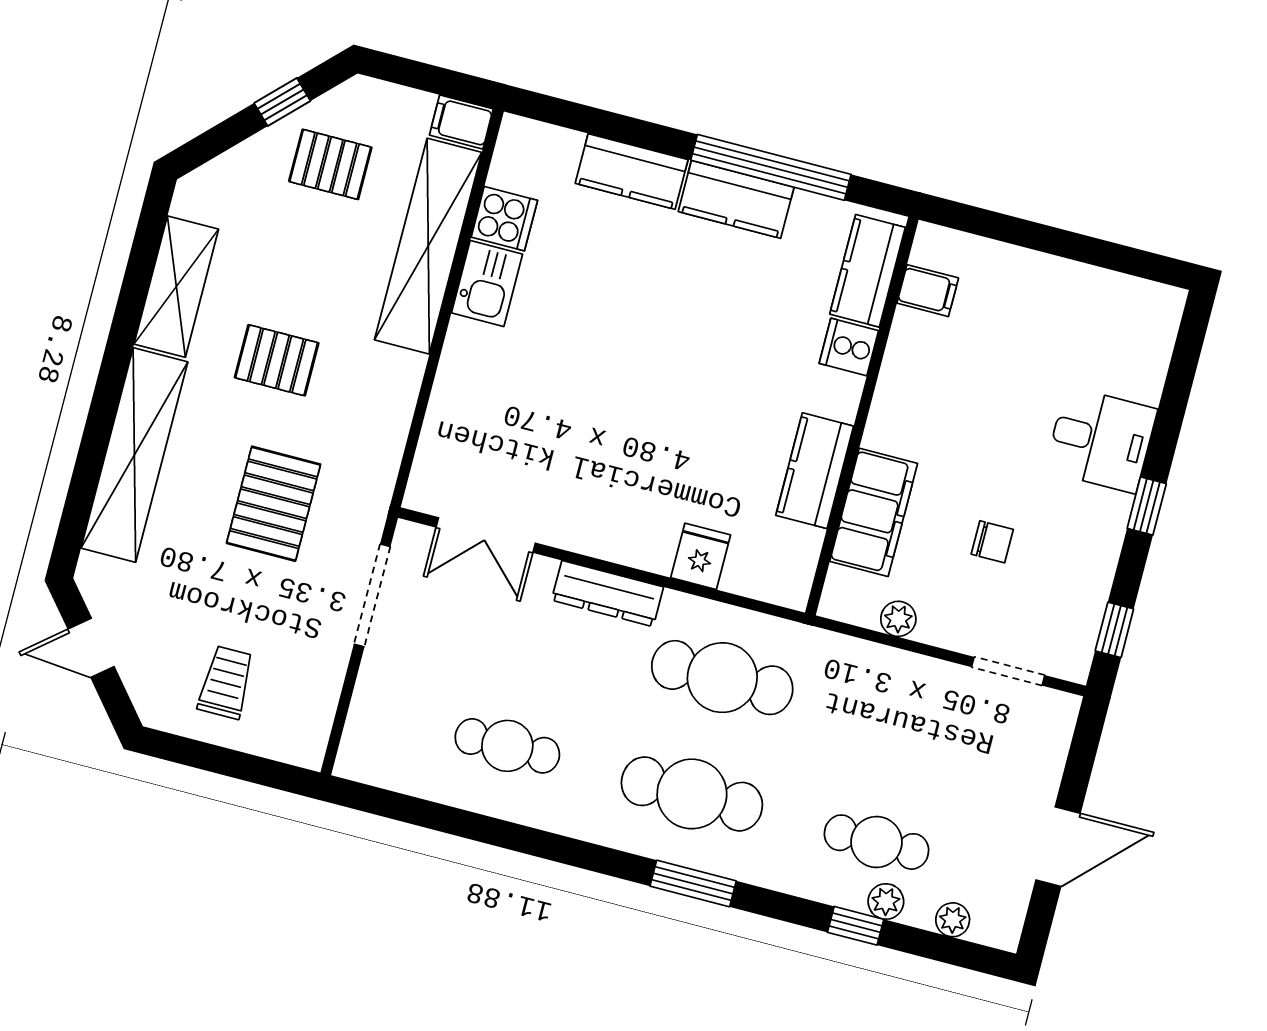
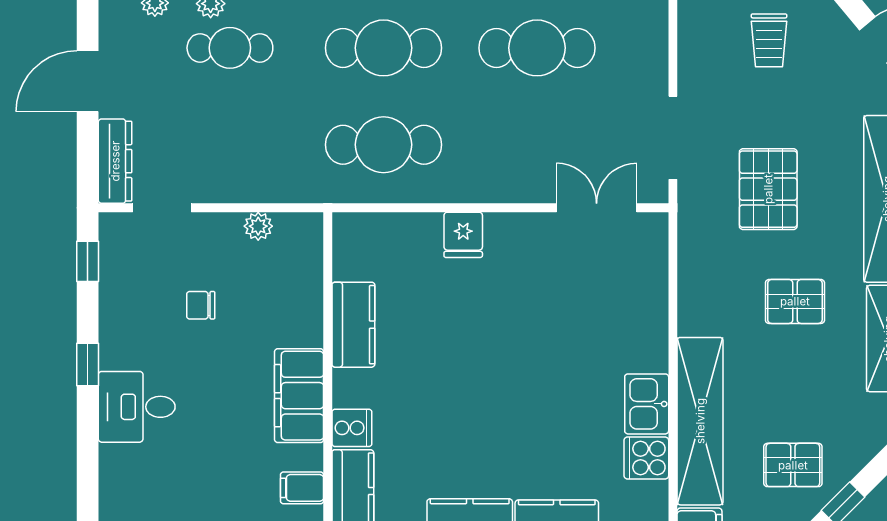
filing cabinet: (874, 512) -> (299, 396), moved
fridge: (701, 556) -> (463, 235), moved
dresser: (607, 594) -> (115, 161), moved, turned 90
cafe table: (507, 746) -> (537, 48), width x1.37, depth x1.35

